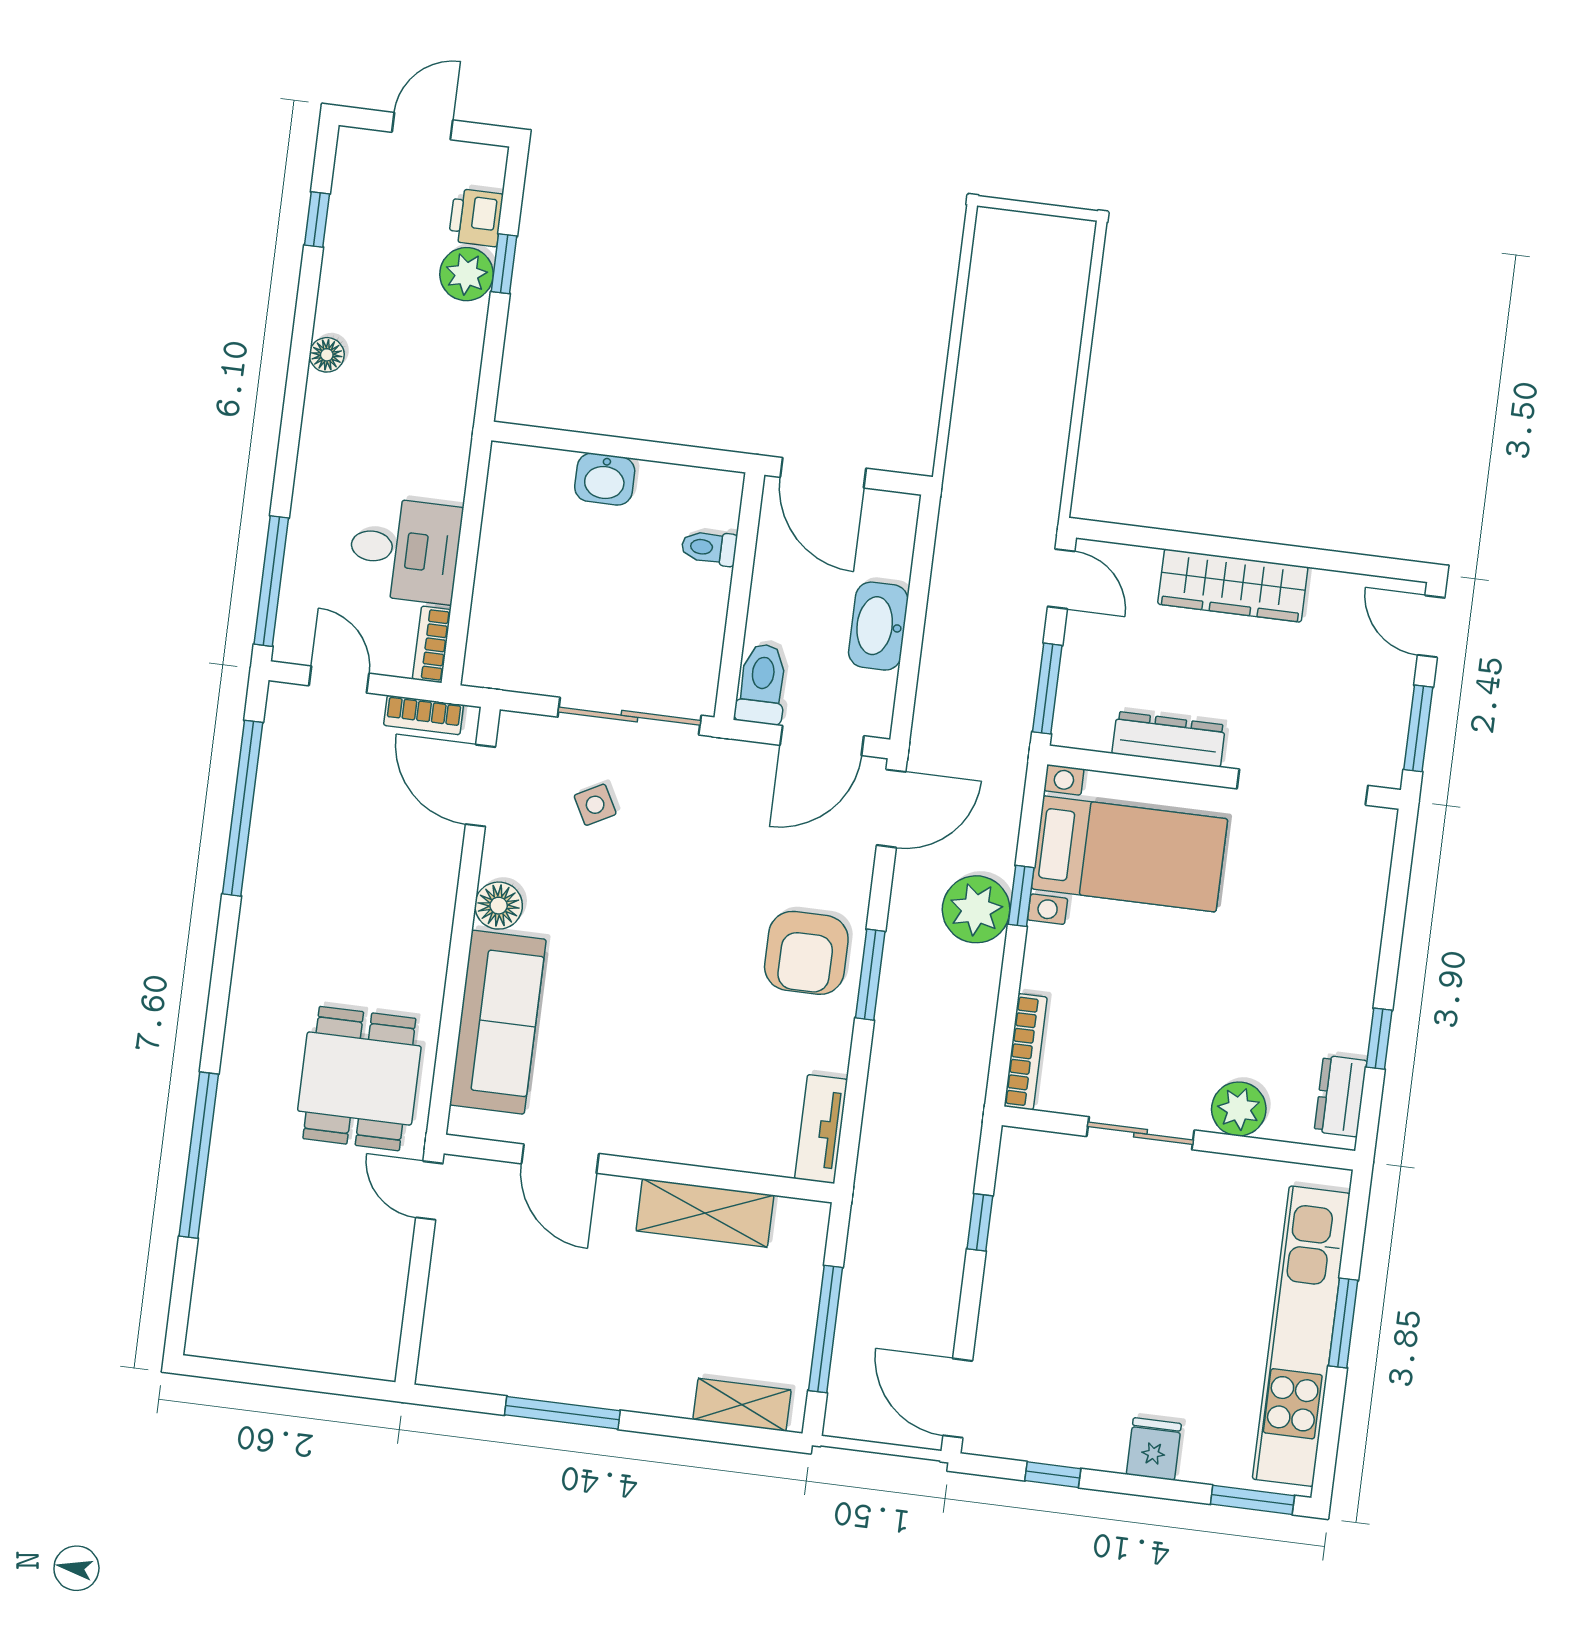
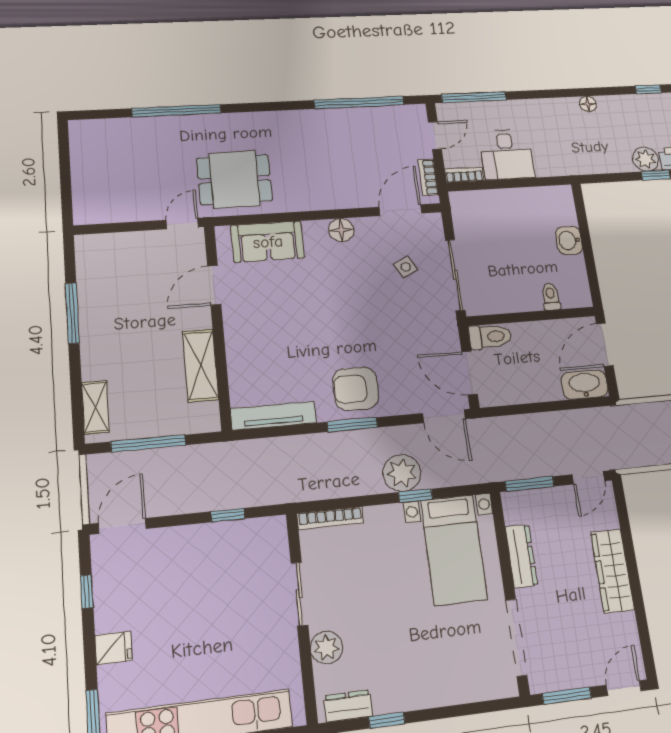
washbasin: (878, 626) -> (585, 385), moved
sofa: (498, 1022) -> (268, 242), width x0.73
tv unit: (821, 1129) -> (273, 416), width x1.41

